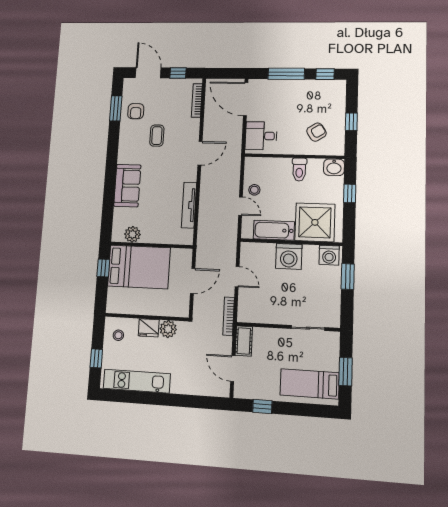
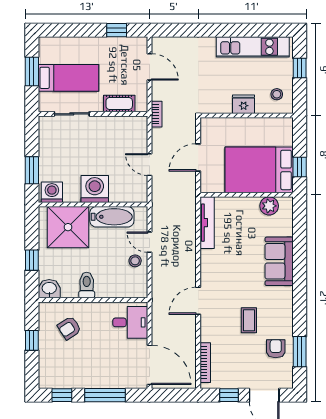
tv unit: (189, 205) -> (207, 223), moved
bookcase: (229, 316) -> (157, 114), width x0.64
plant: (168, 329) -> (222, 104), removed
cot: (244, 341) -> (119, 104), moved, turned 90
bed: (310, 384) -> (68, 78), moved

